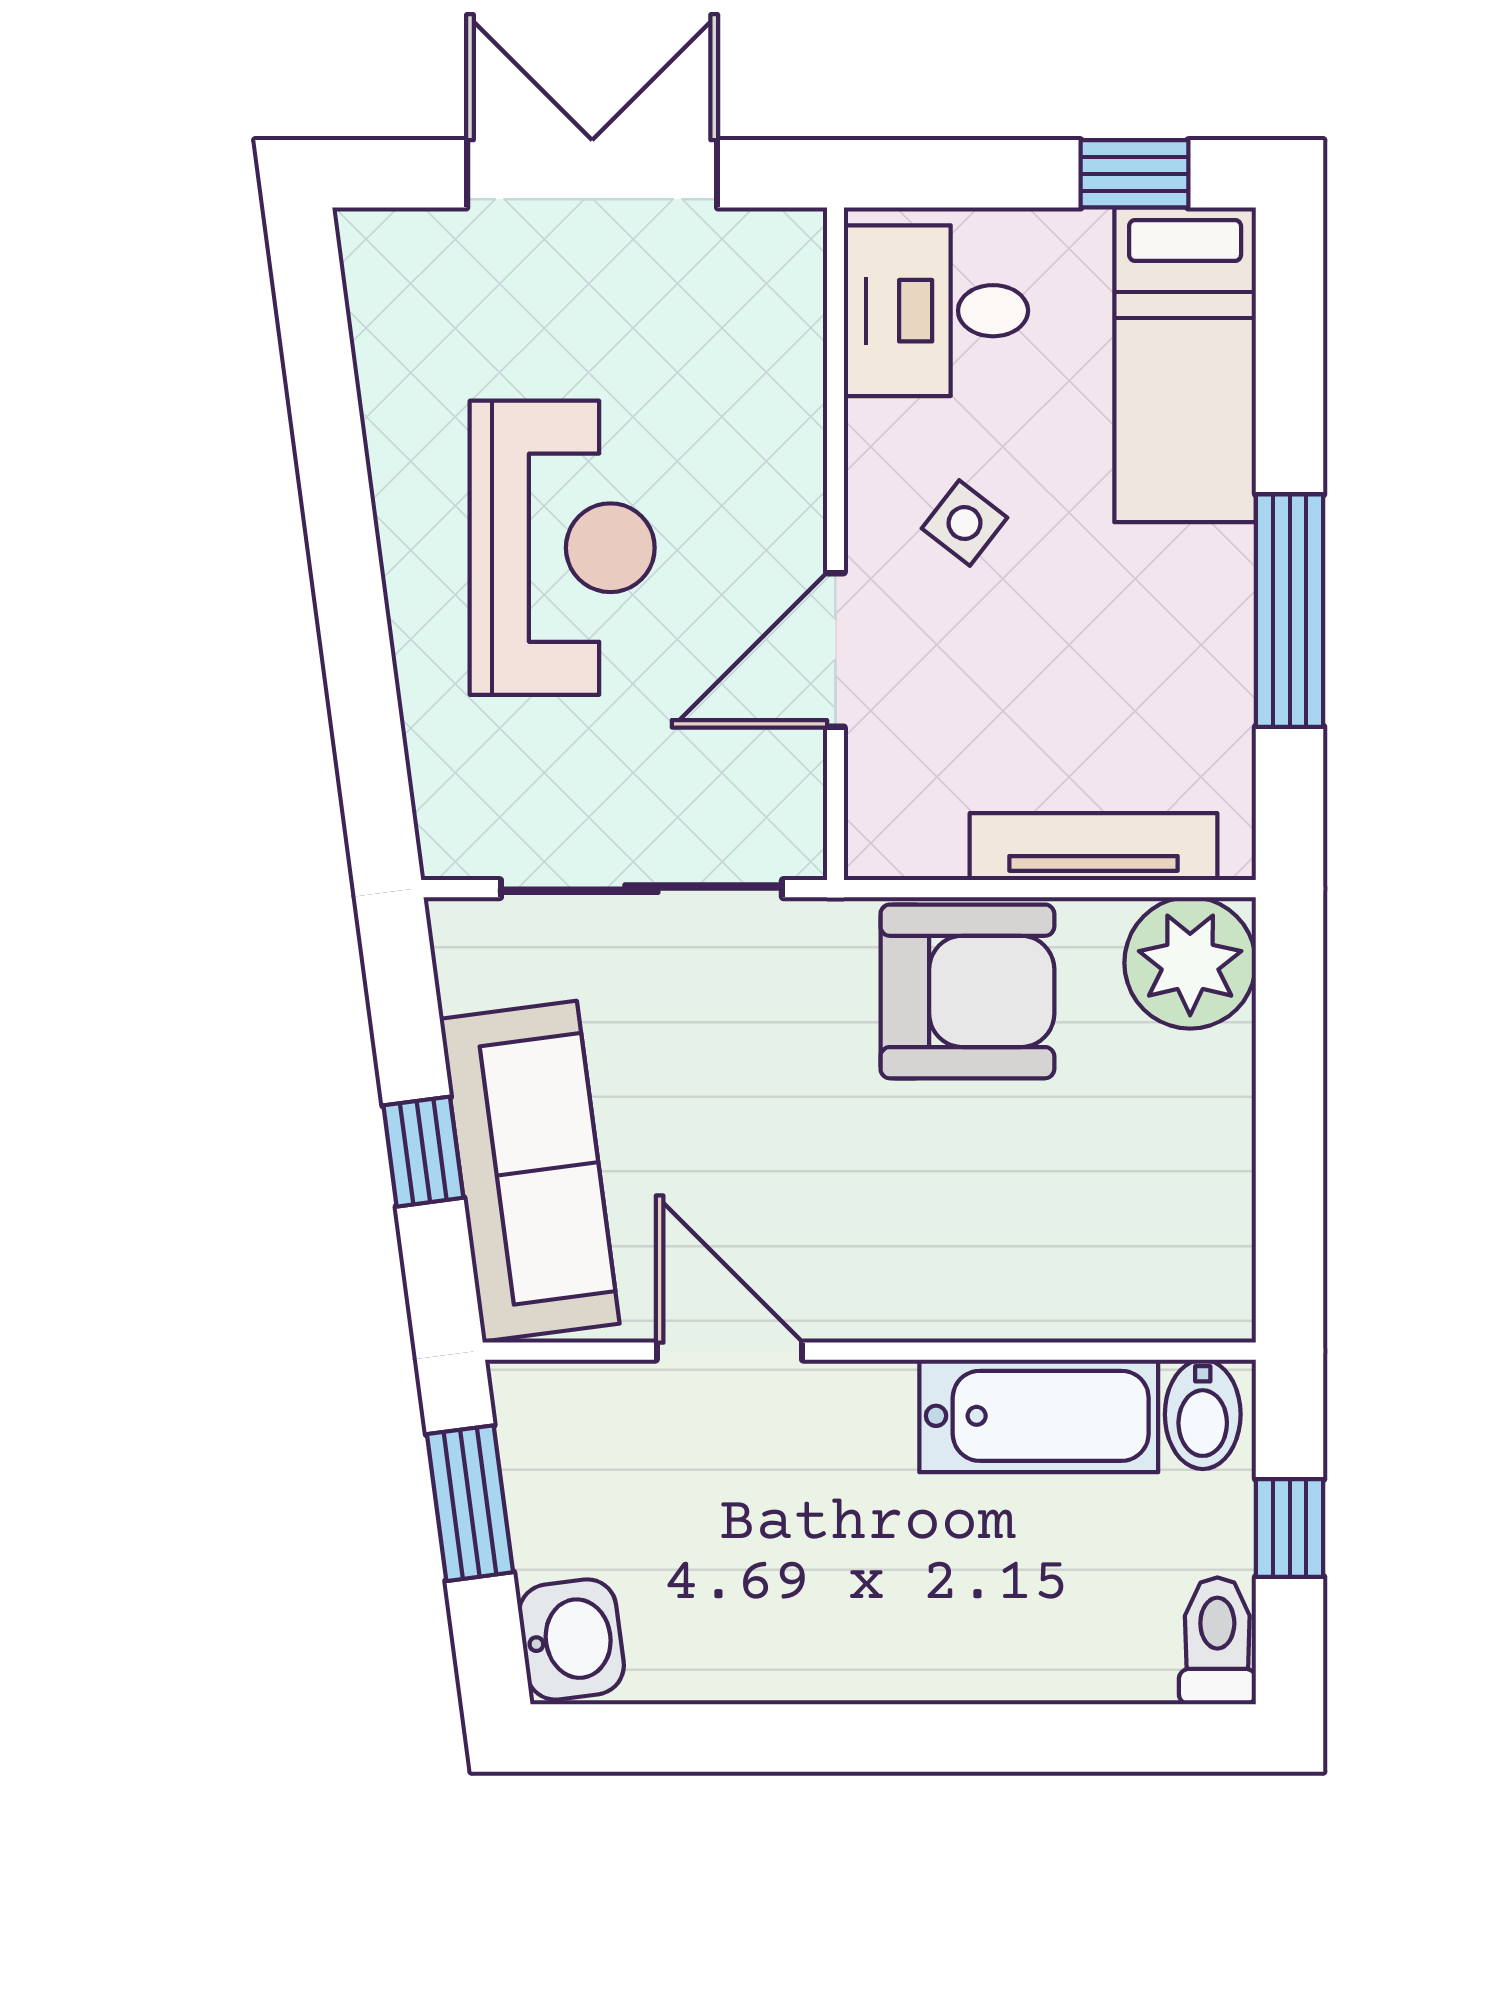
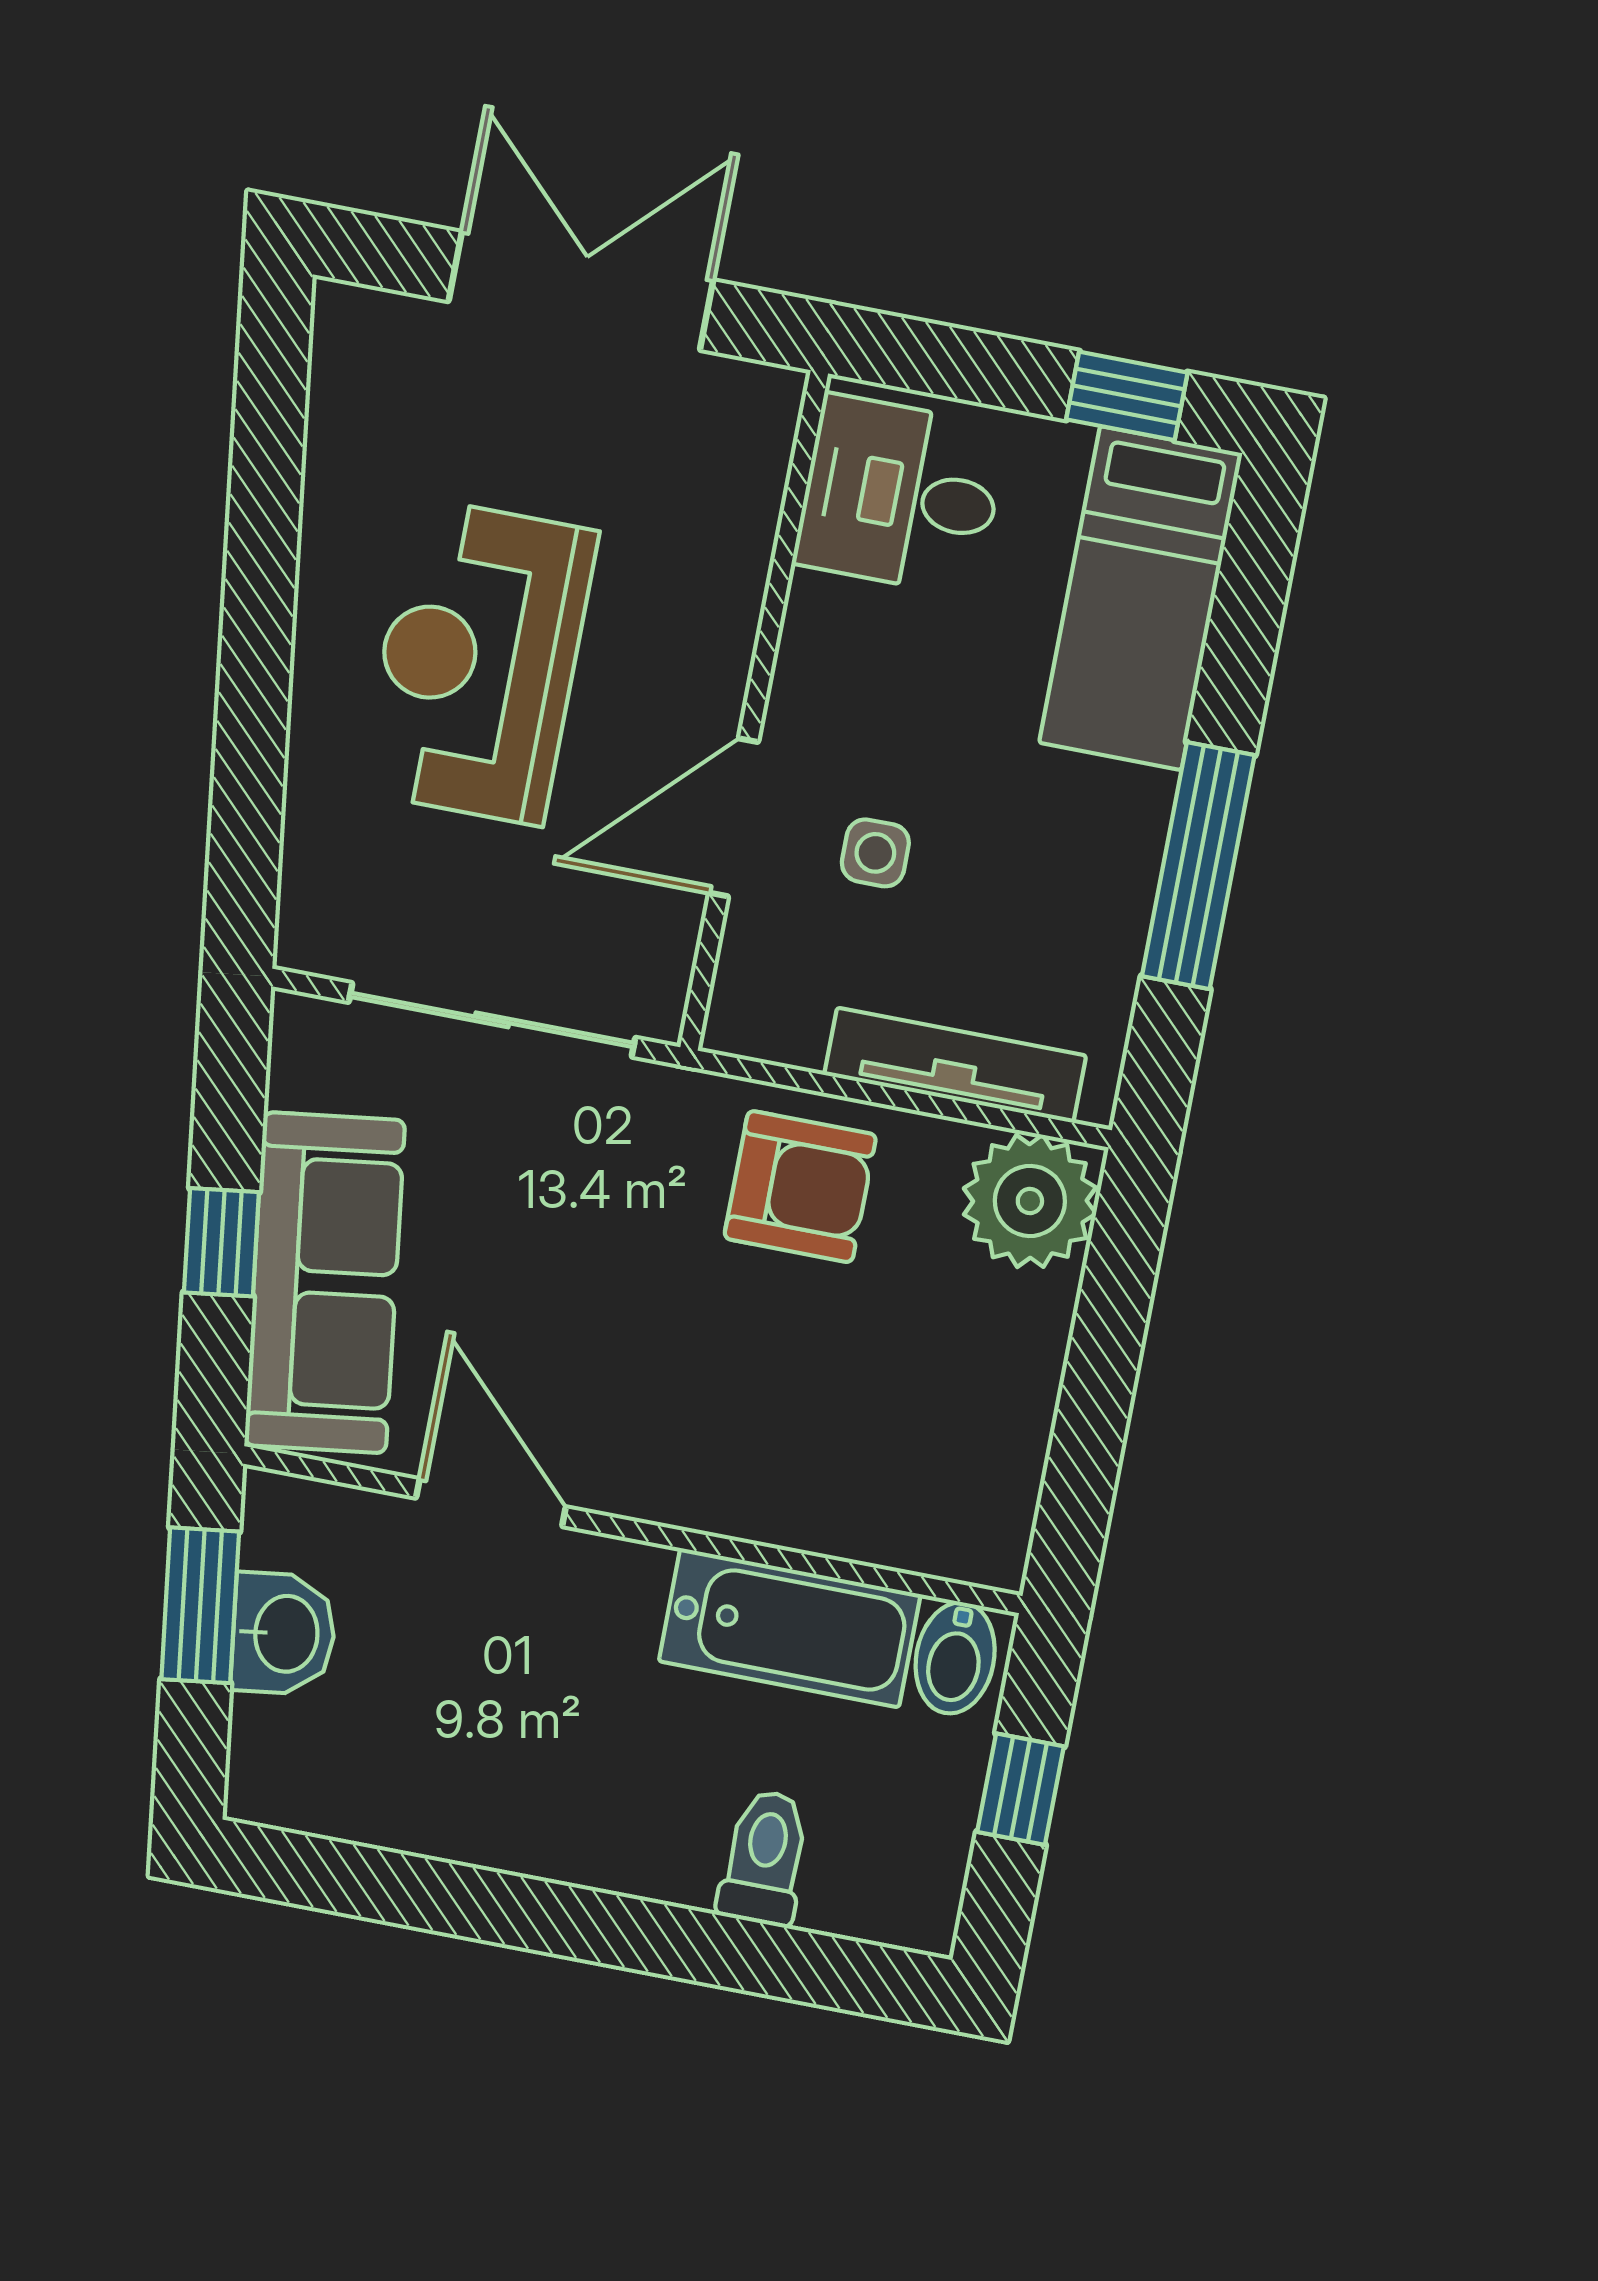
side table: (964, 523) -> (875, 853), moved, turned -38
reception desk: (562, 548) -> (478, 661), turned 180
armchair: (967, 991) -> (800, 1187), width x0.73, depth x0.73
washbasin: (571, 1639) -> (283, 1634), moved
toilet: (1217, 1641) -> (765, 1858), moved

